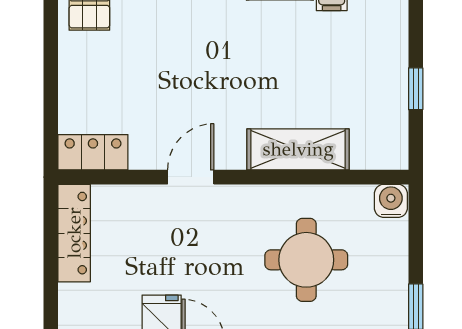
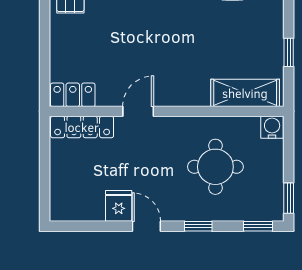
shelving: (298, 149) -> (245, 93), moved
locker: (74, 233) -> (82, 127), moved, turned 90

